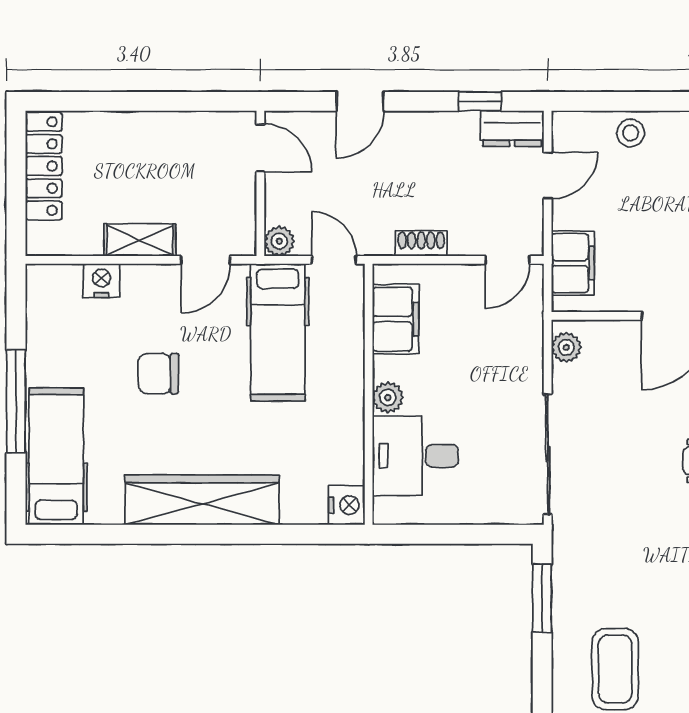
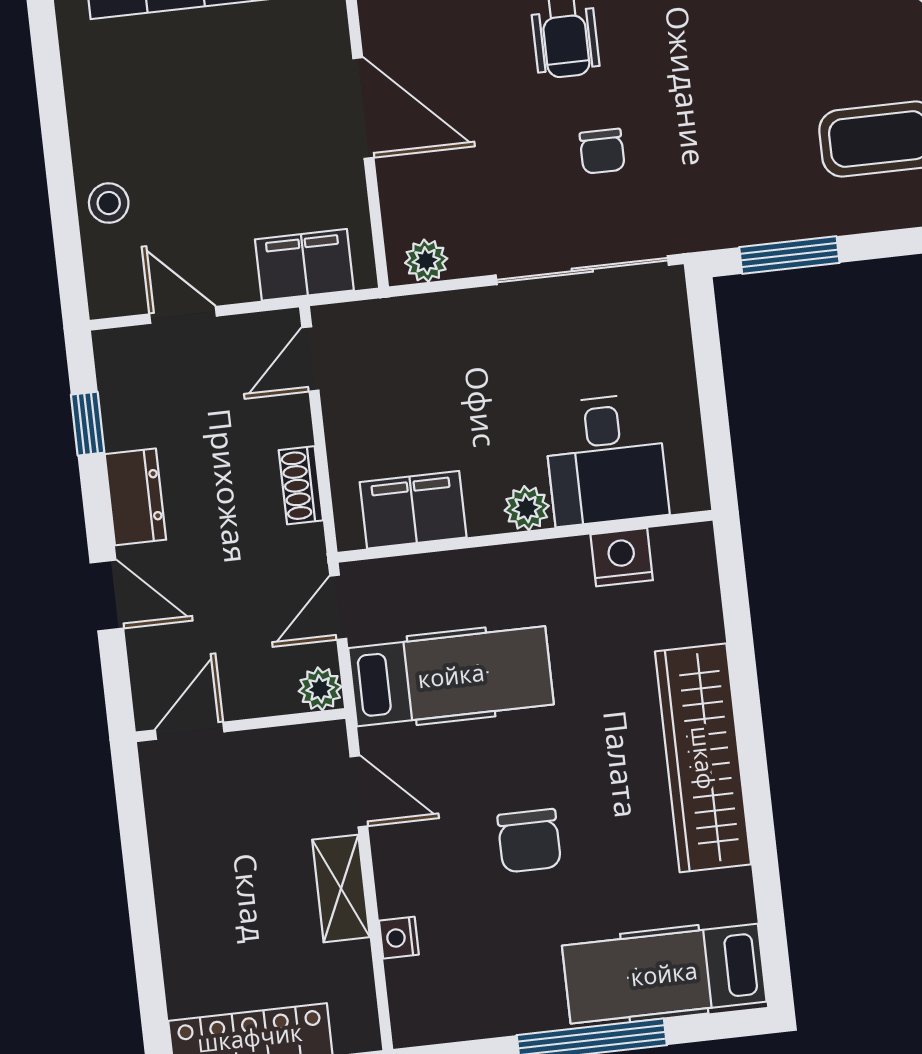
dresser: (512, 129) -> (135, 497), moved
door: (507, 260) -> (310, 359), swing flipped
nightstand: (102, 281) -> (399, 938), width x0.72, depth x0.74
chair: (628, 477) -> (602, 151), added
nightstand: (347, 505) -> (622, 557), moved

